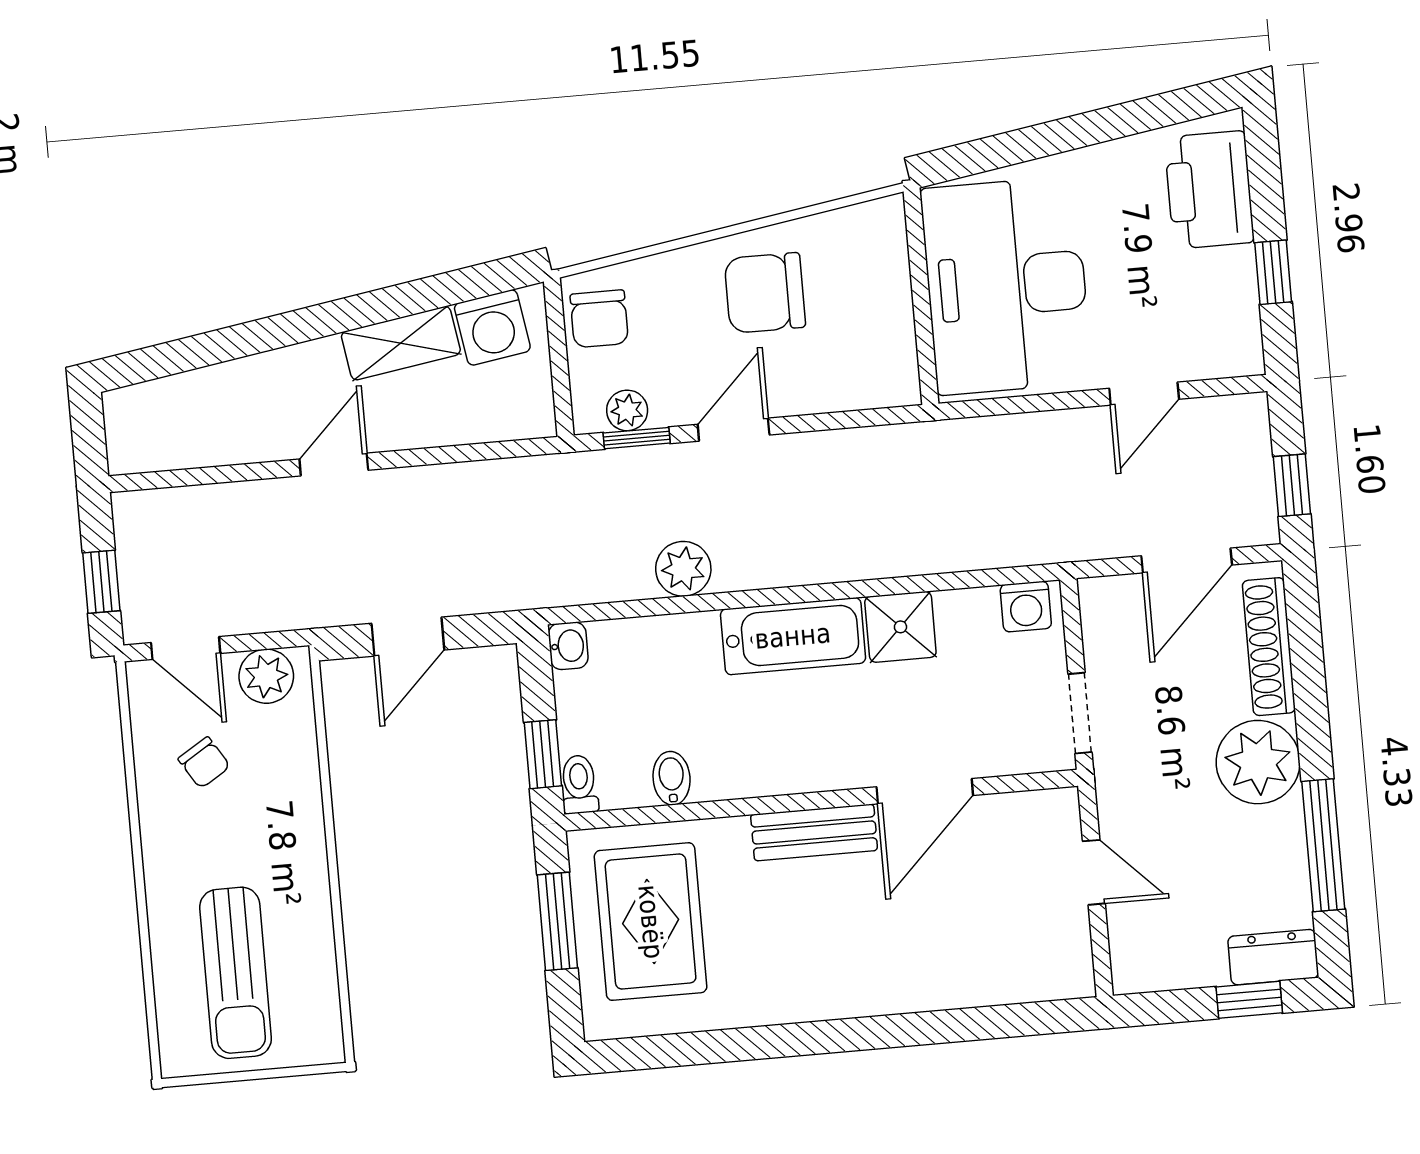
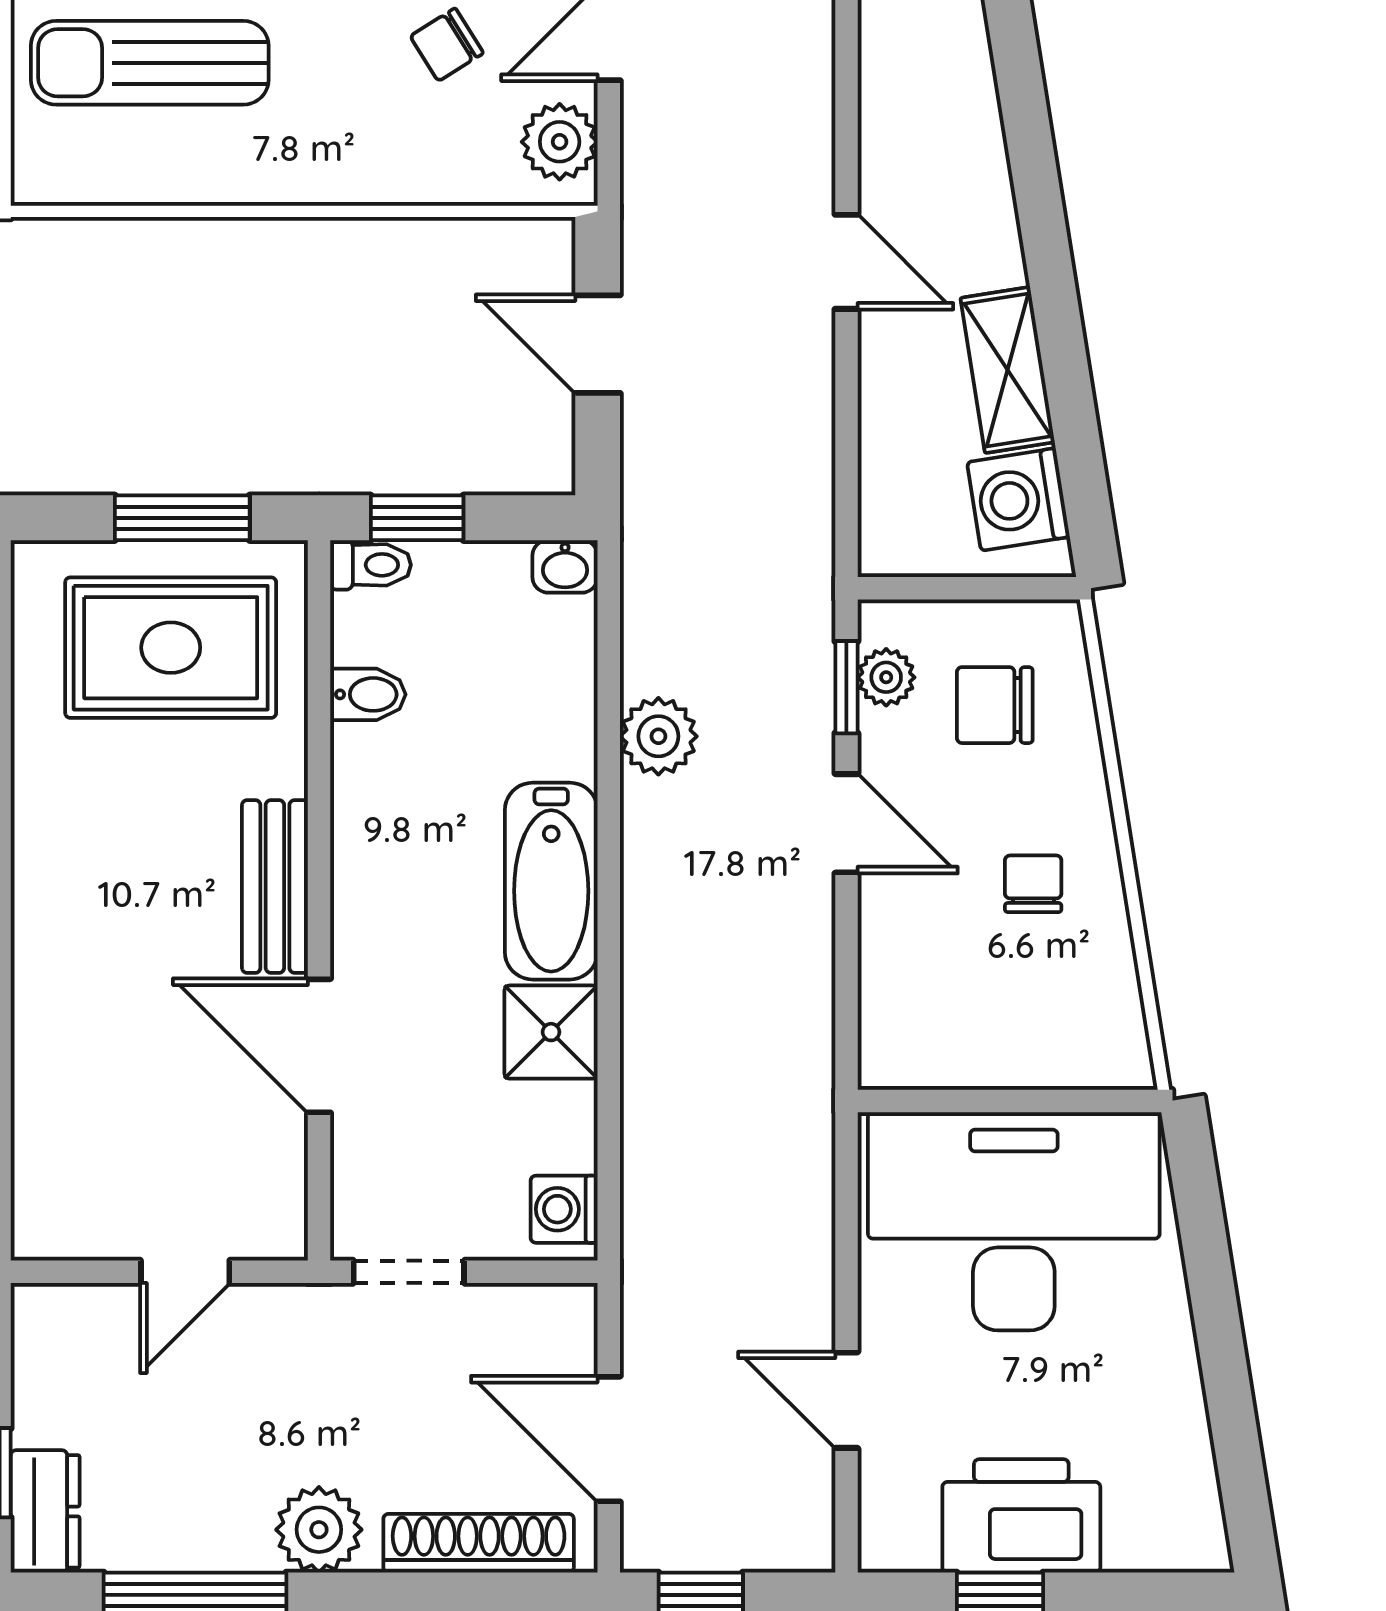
printer: (1209, 190) -> (1021, 1516), moved
chair: (765, 293) -> (1033, 884), width x0.54, depth x0.54
chair: (599, 319) -> (995, 705), moved
plant: (1258, 762) -> (319, 1530), width x0.73, depth x0.73

